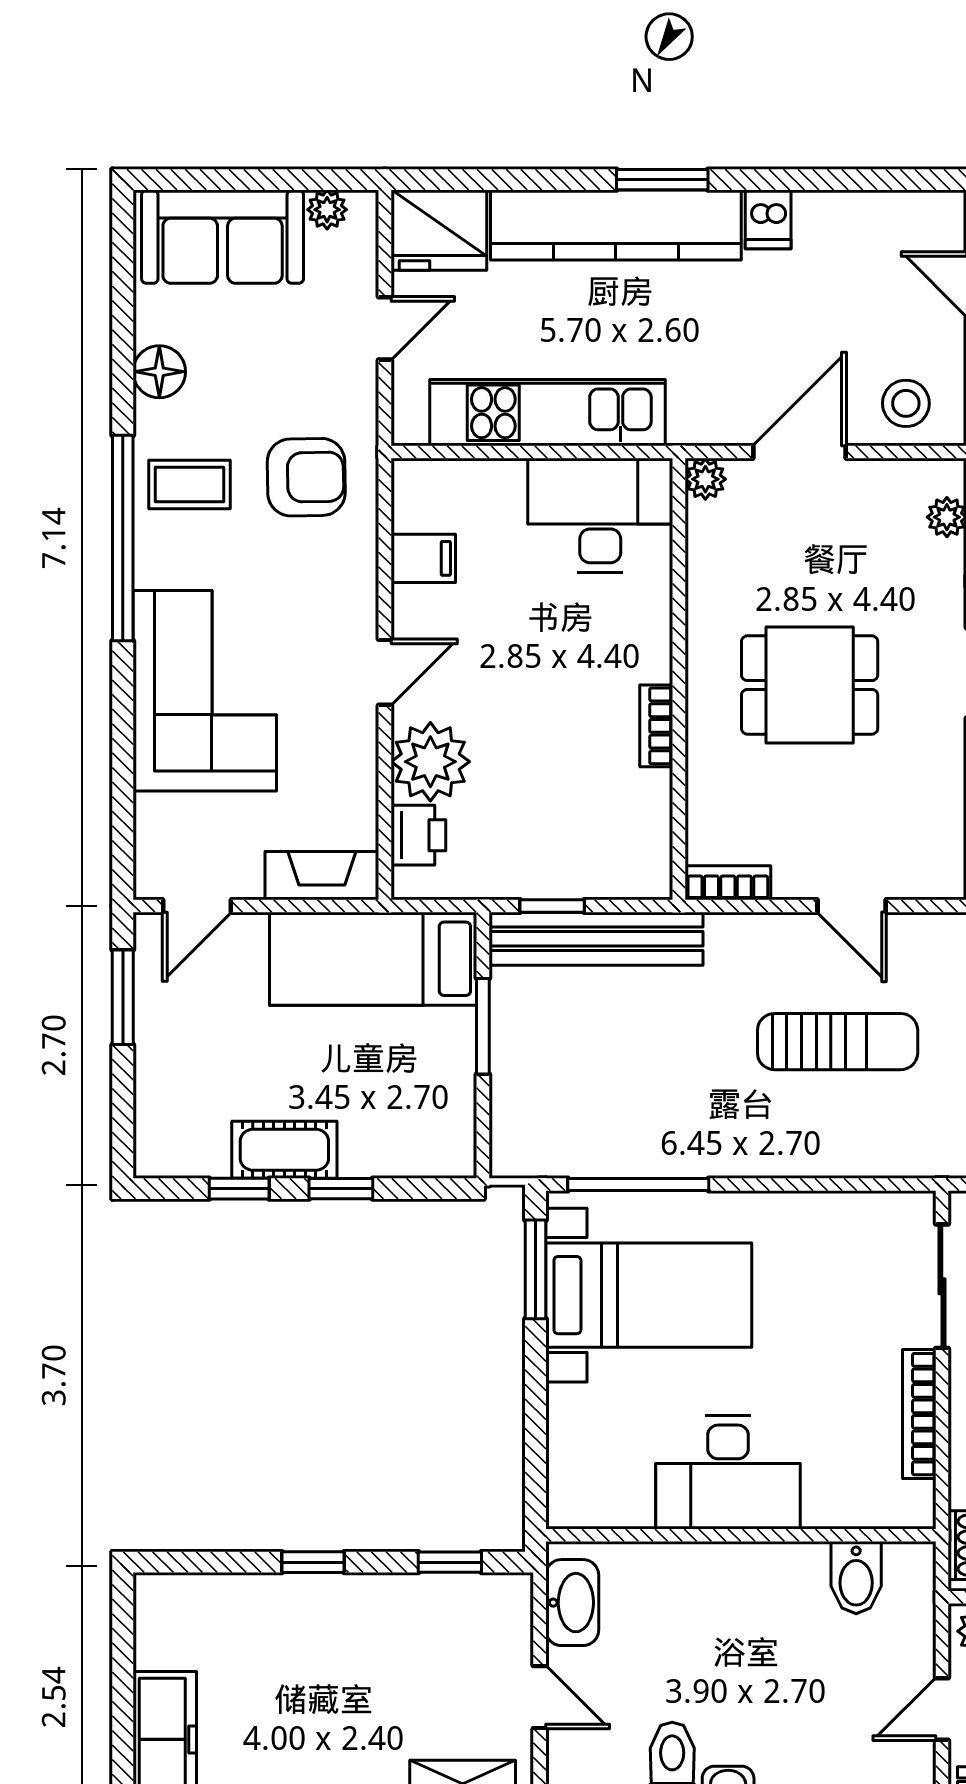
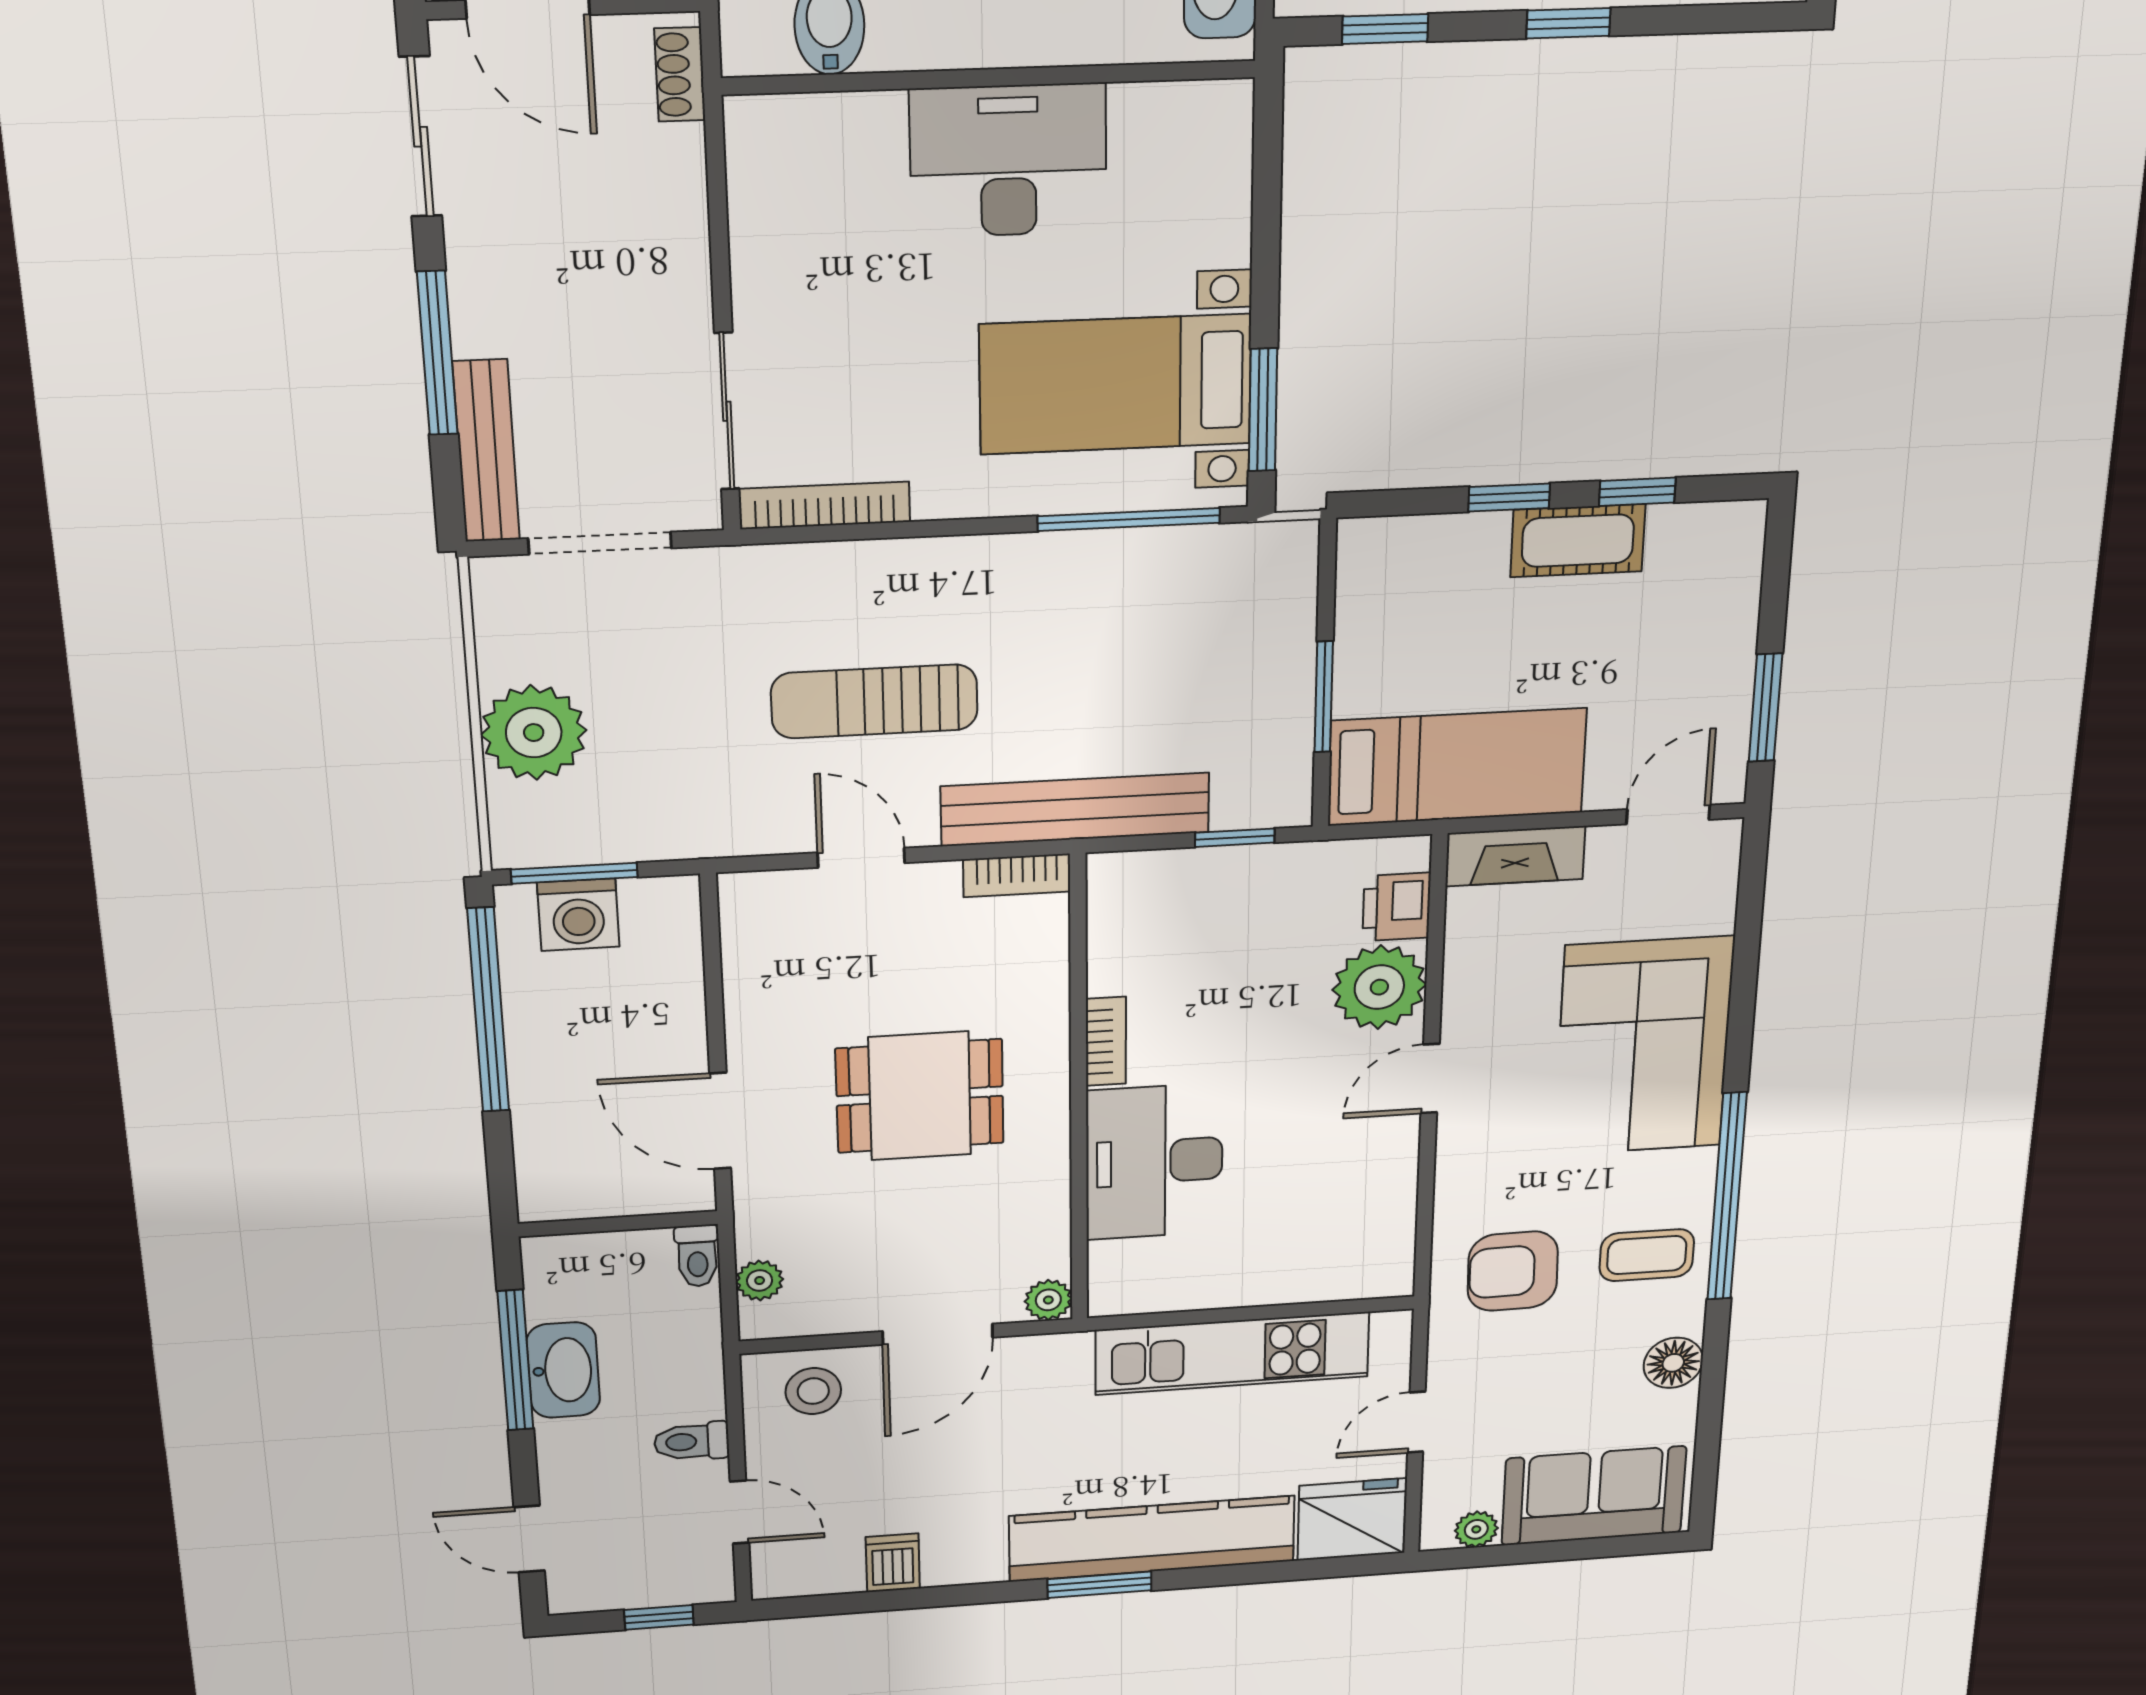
dishwasher: (768, 219) -> (893, 1563), moved
desk: (600, 515) -> (1154, 1162), moved, turned 90
filing cabinet: (423, 558) -> (1381, 1199), removed
bench: (596, 939) -> (1075, 809), moved
bookcase: (919, 1414) -> (825, 505), moved, turned -90

